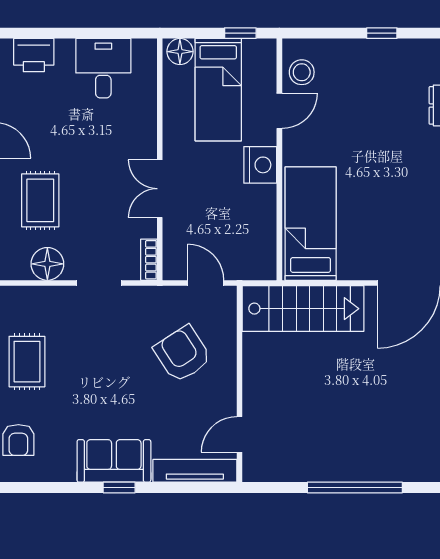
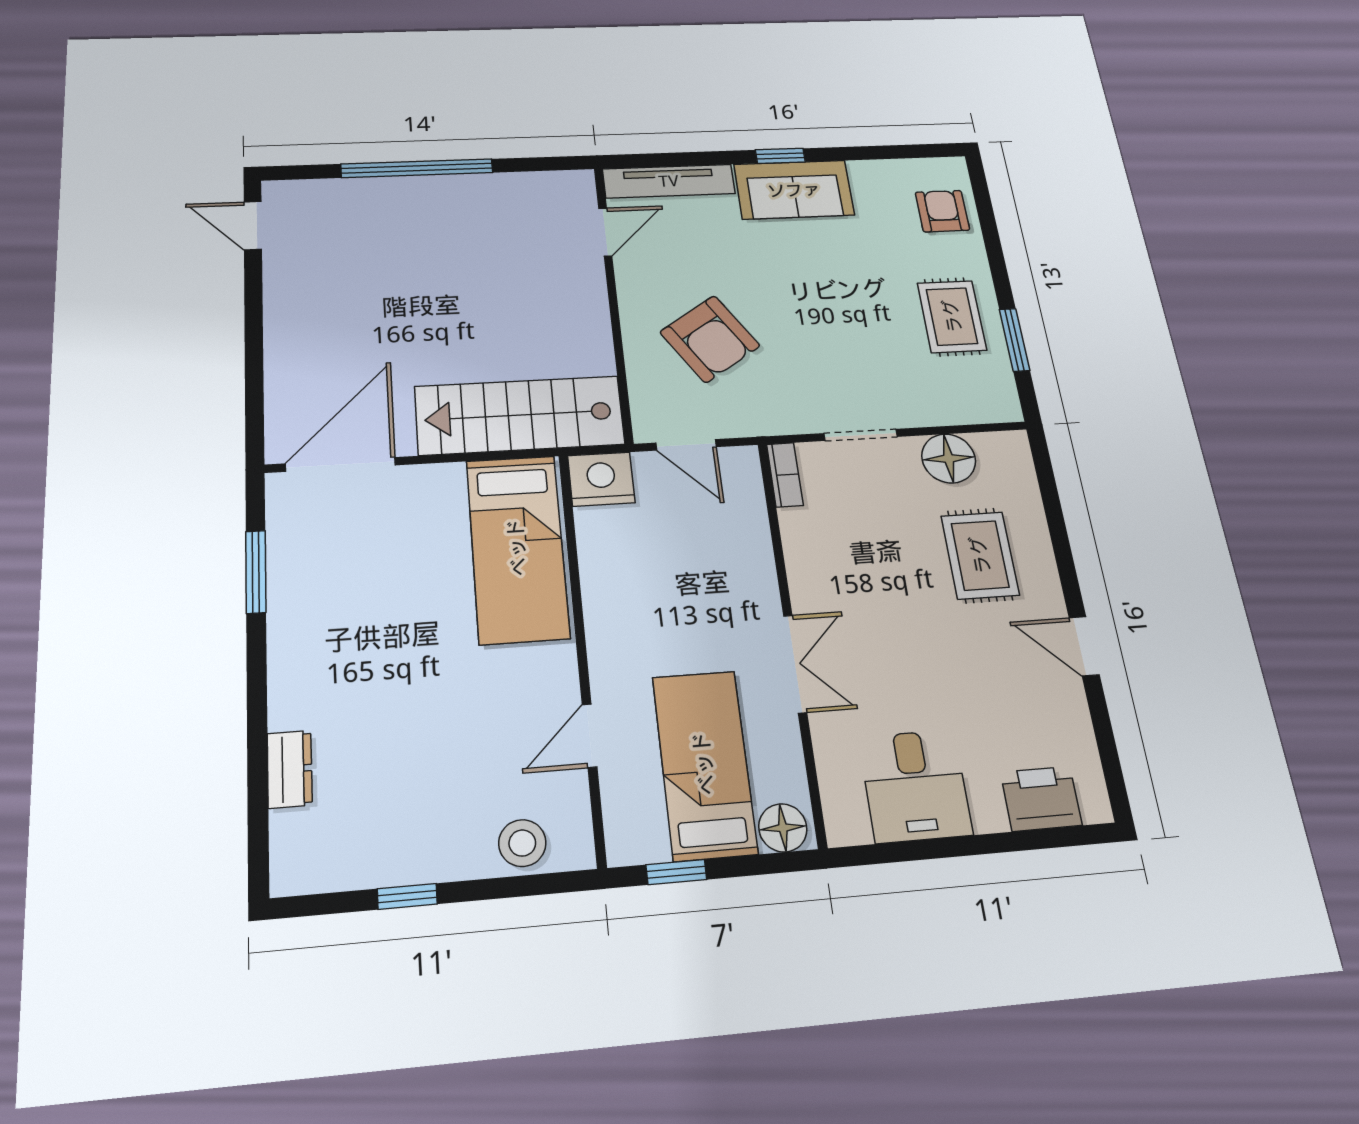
stool: (302, 72) -> (522, 843), moved
nightstand: (260, 165) -> (601, 479), moved, turned 90
double door: (160, 189) -> (795, 664), moved

